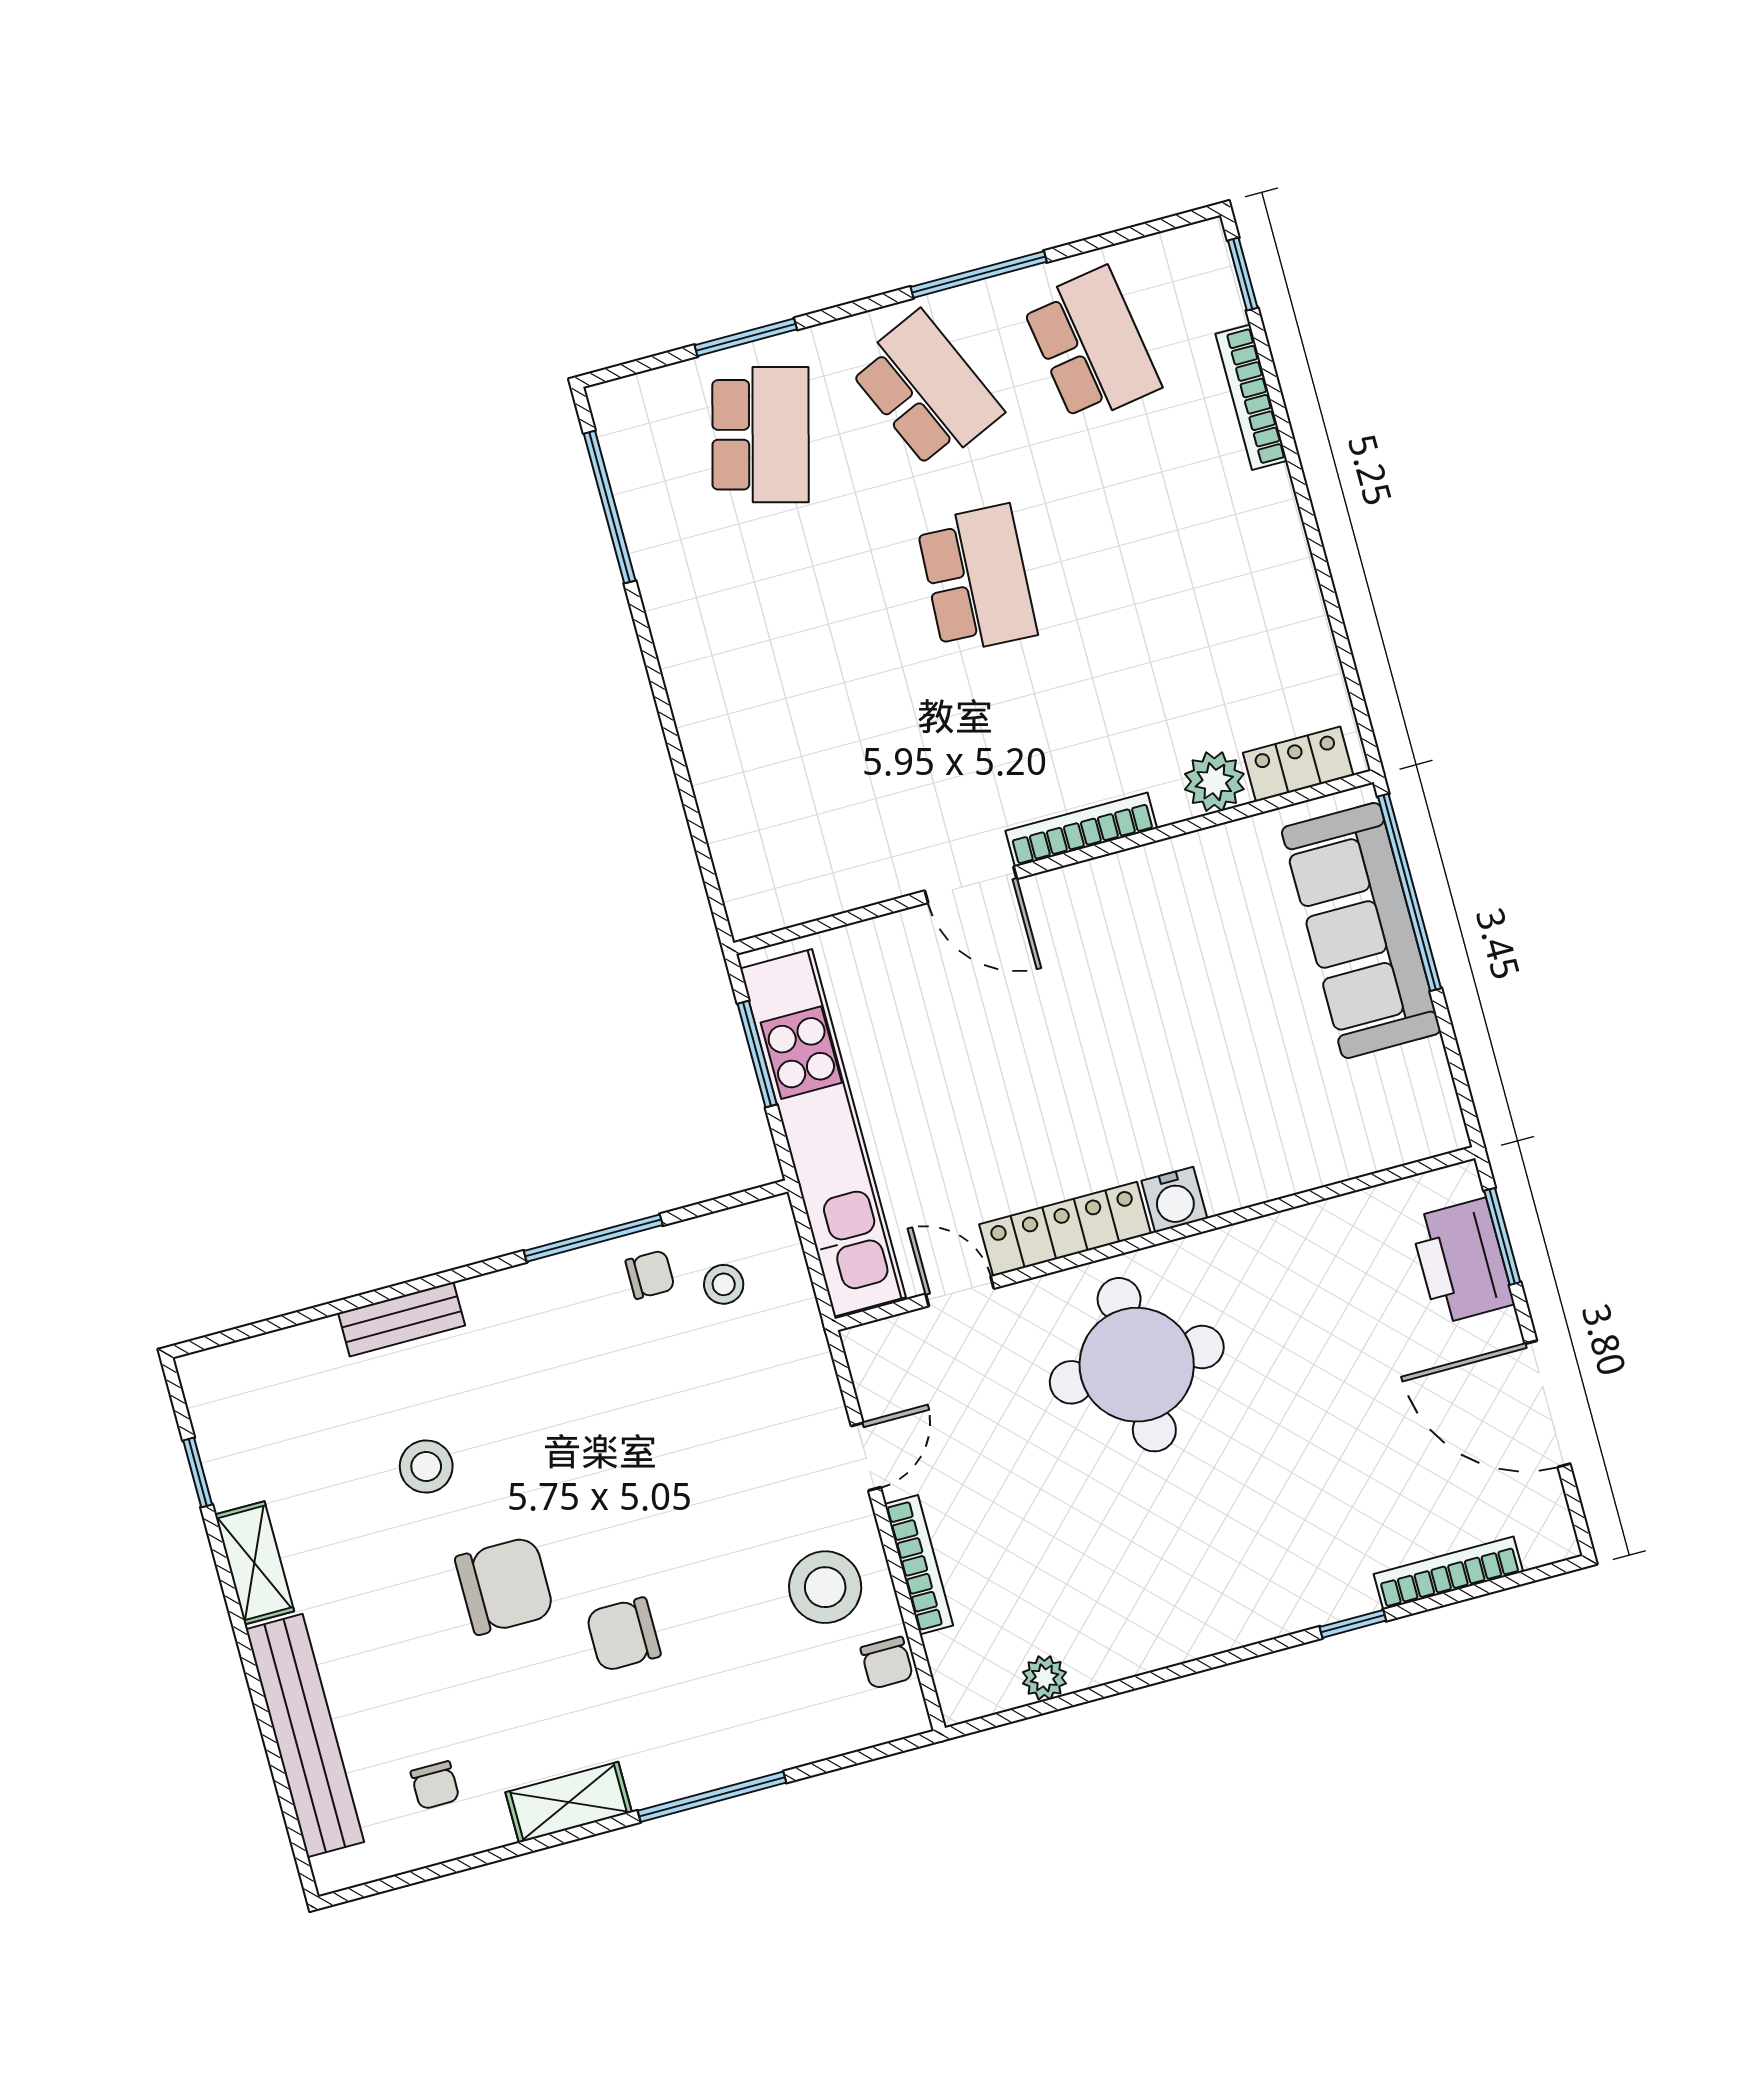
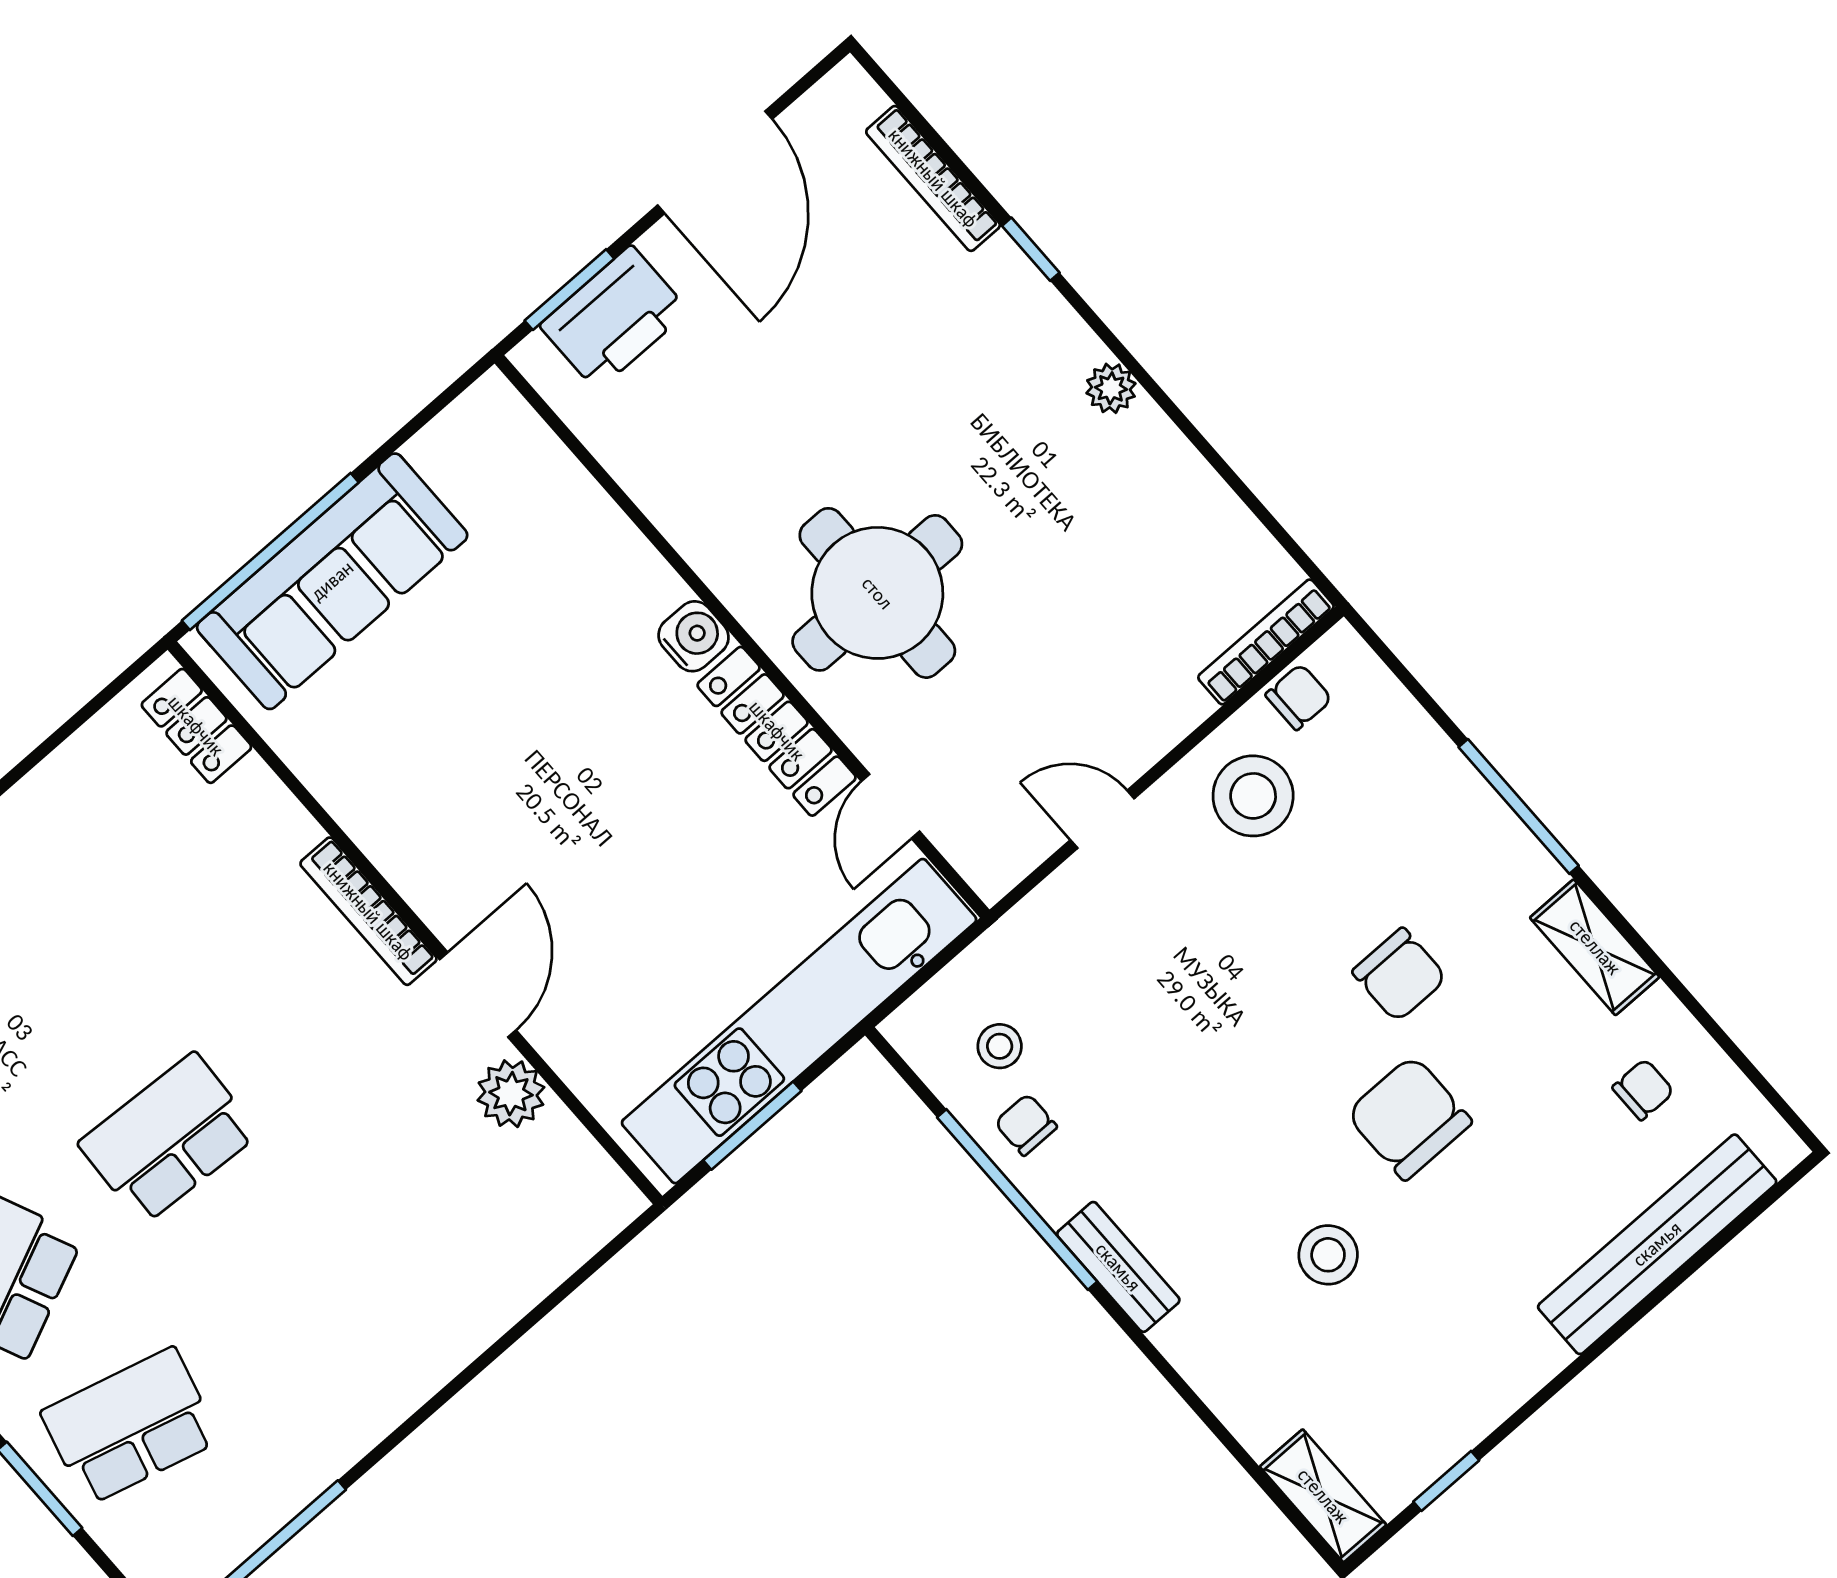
plant: (1214, 782) -> (511, 1094), moved
window: (593, 1238) -> (1017, 1199), width x1.46
bench: (402, 1319) -> (1118, 1267), moved
shelving: (254, 1563) -> (1323, 1496), moved, turned 90
bookcase: (919, 1565) -> (1266, 642), moved
plant: (1044, 1678) -> (1111, 388), moved

